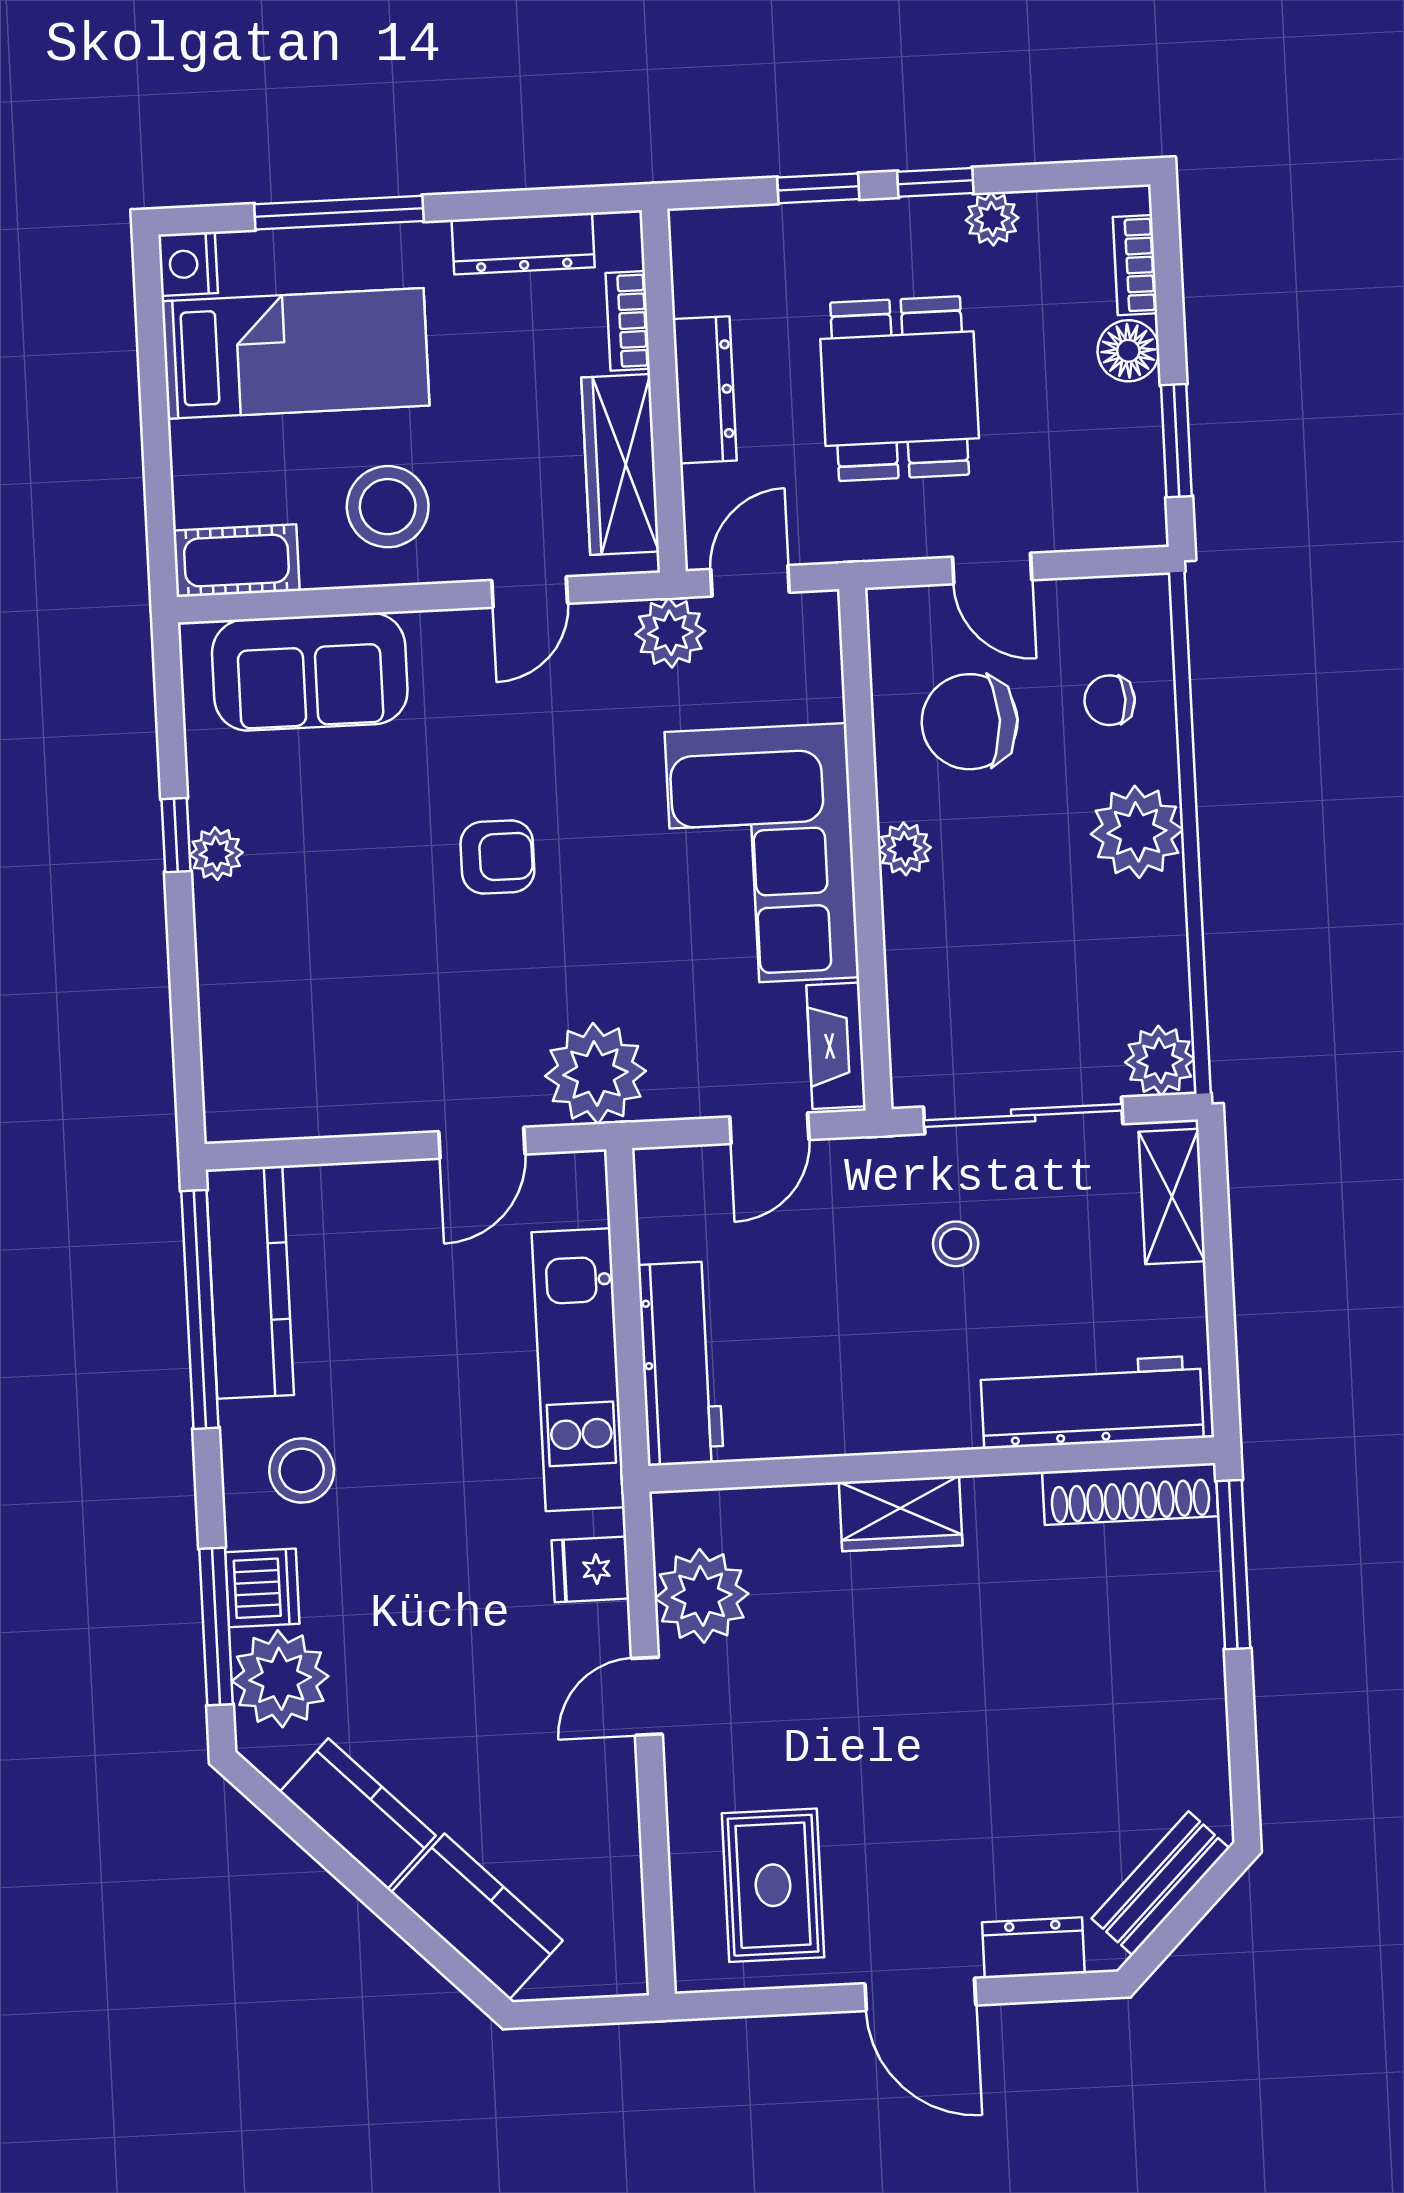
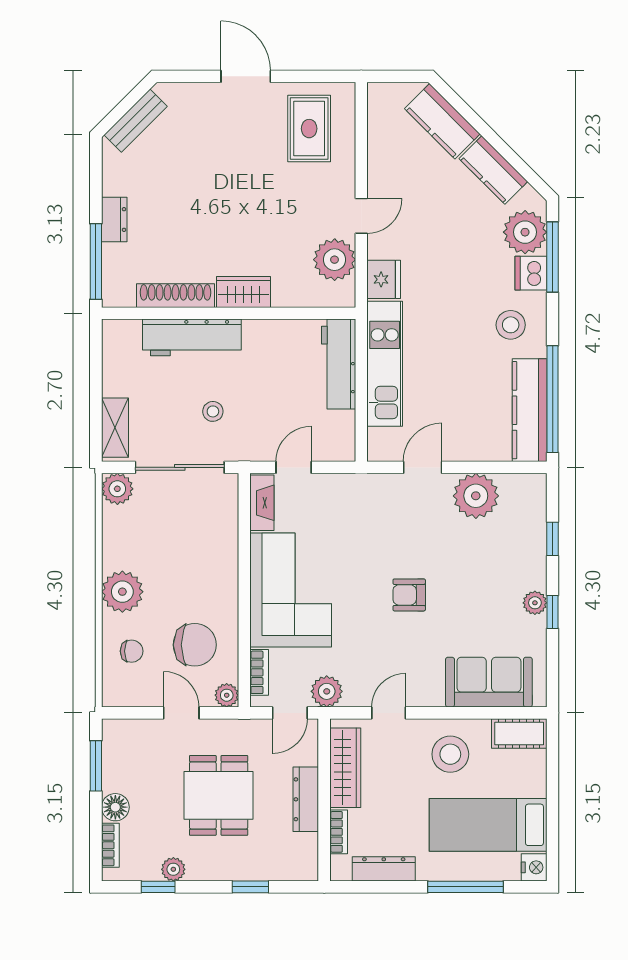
window: (935, 182) -> (158, 887), moved
bookcase: (823, 667) -> (259, 672), added
plant: (905, 849) -> (227, 695), moved
window: (184, 998) -> (553, 539), added
plant: (596, 1074) -> (476, 496), moved
workbench: (1092, 1402) -> (192, 337), moved
shoe rack: (1130, 1494) -> (175, 296), moved
fridge: (590, 1569) -> (384, 279), width x1.38
dresser: (1033, 1948) -> (114, 219), moved, turned -90

